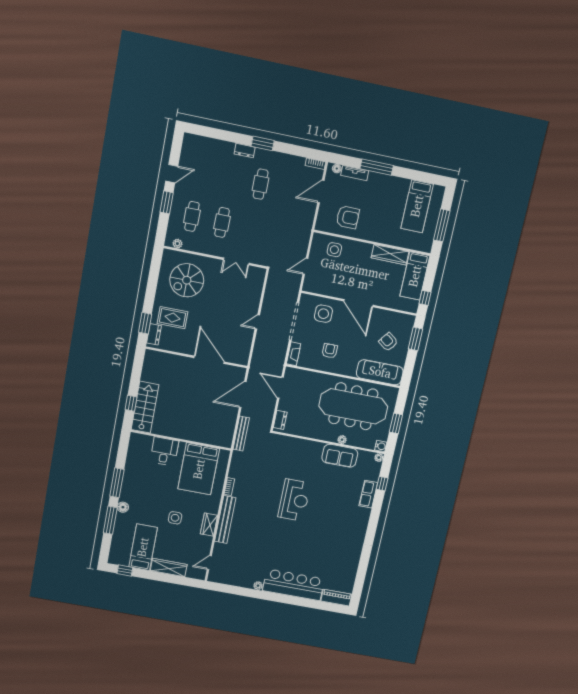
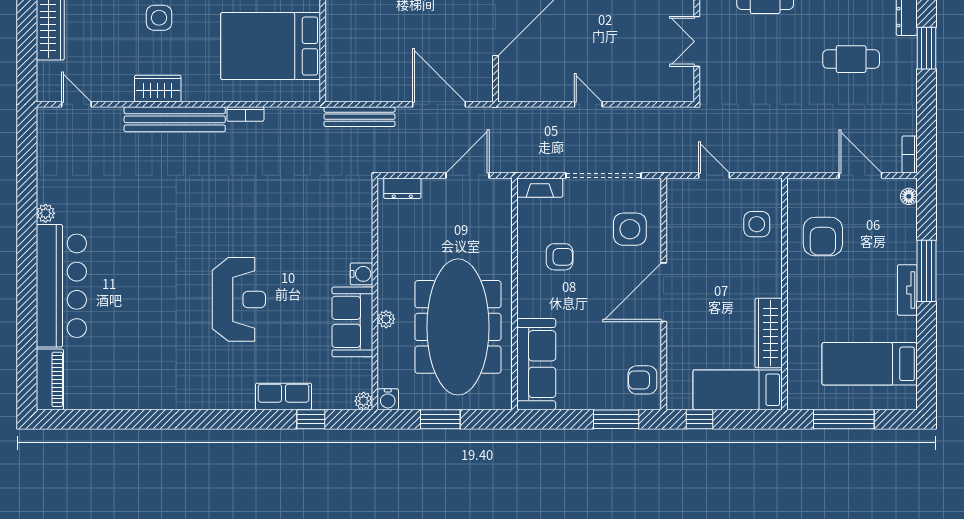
tv unit: (355, 173) -> (907, 290), moved
armchair: (388, 342) -> (642, 380), moved, turned -127
water cooler: (318, 447) -> (361, 274), added
reception desk: (294, 500) -> (239, 299), moved, turned -90

